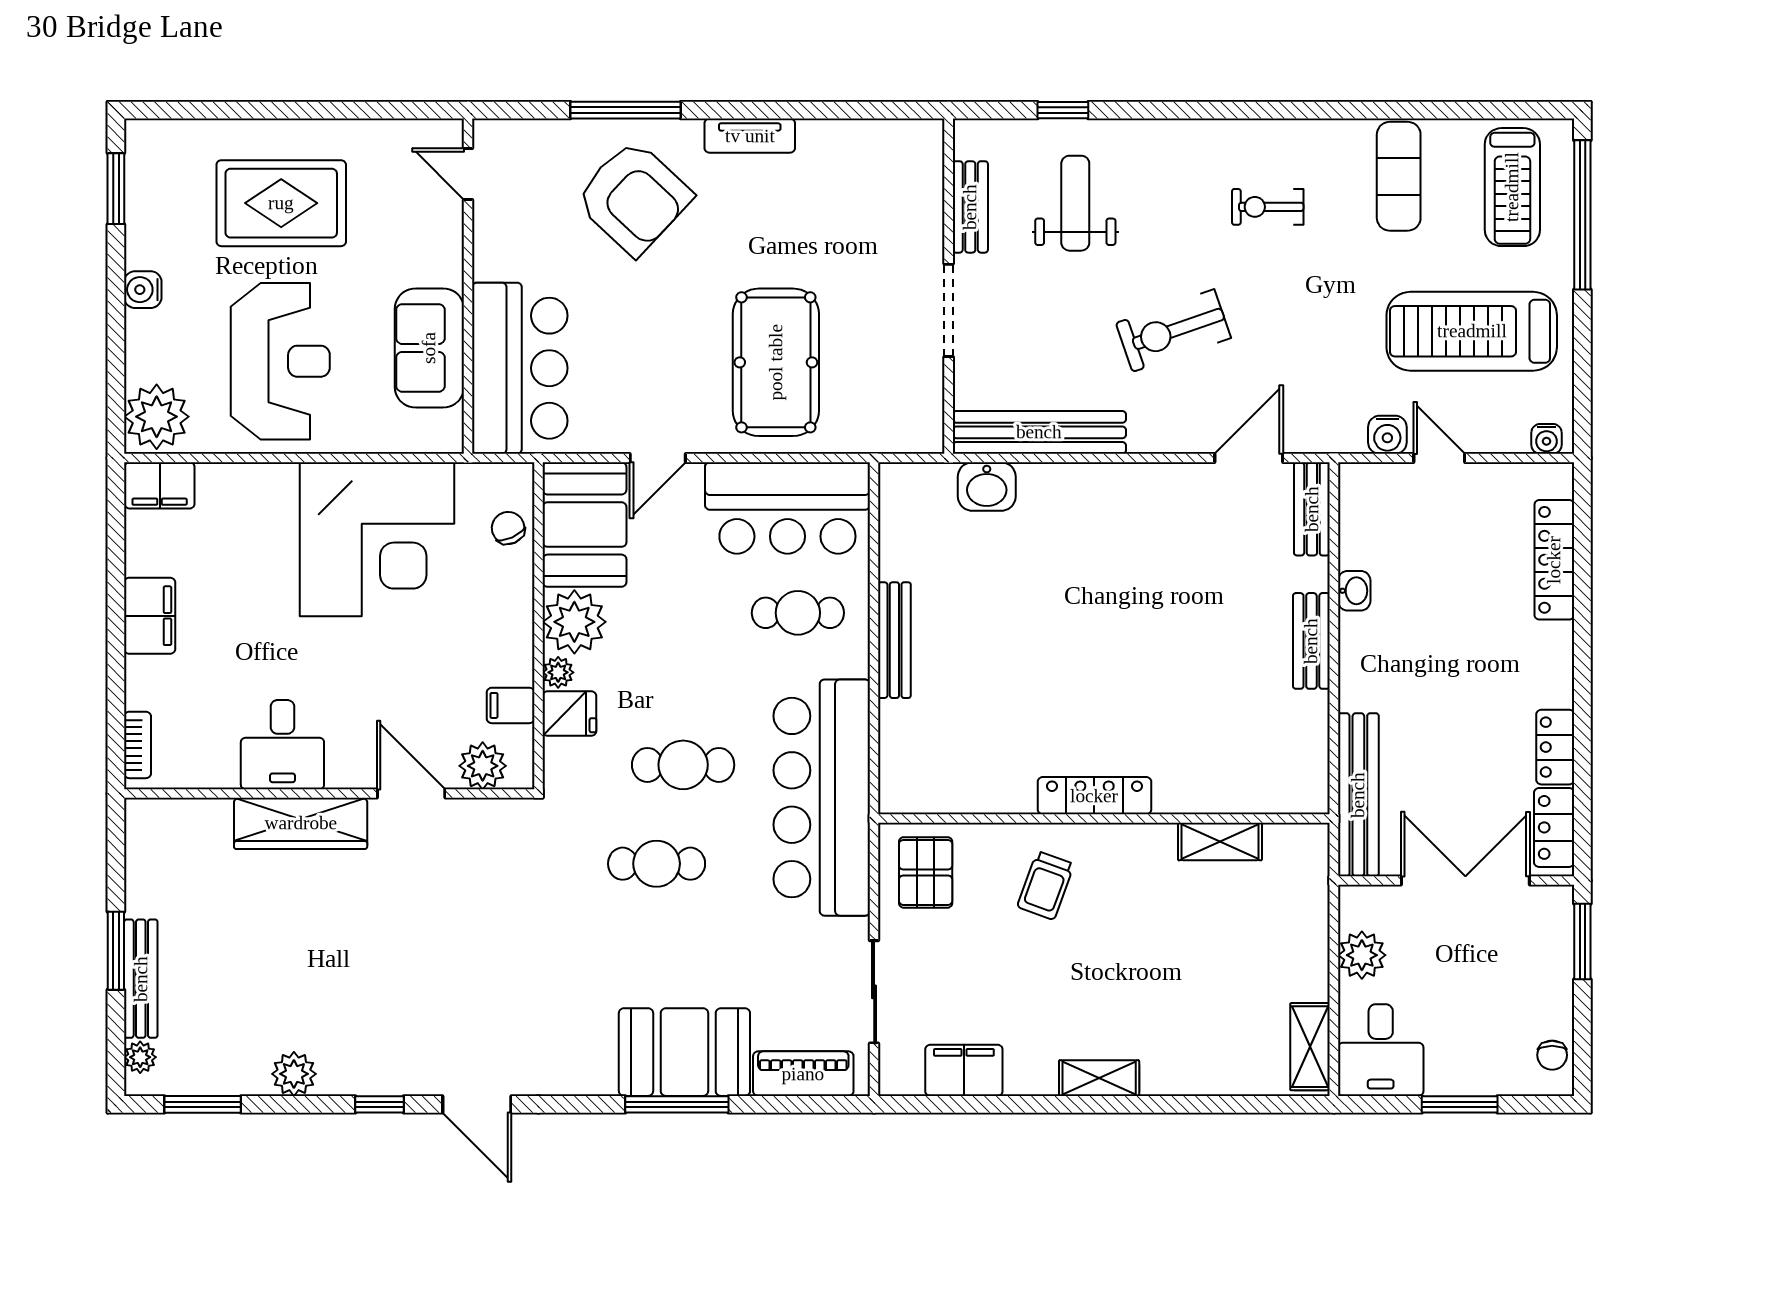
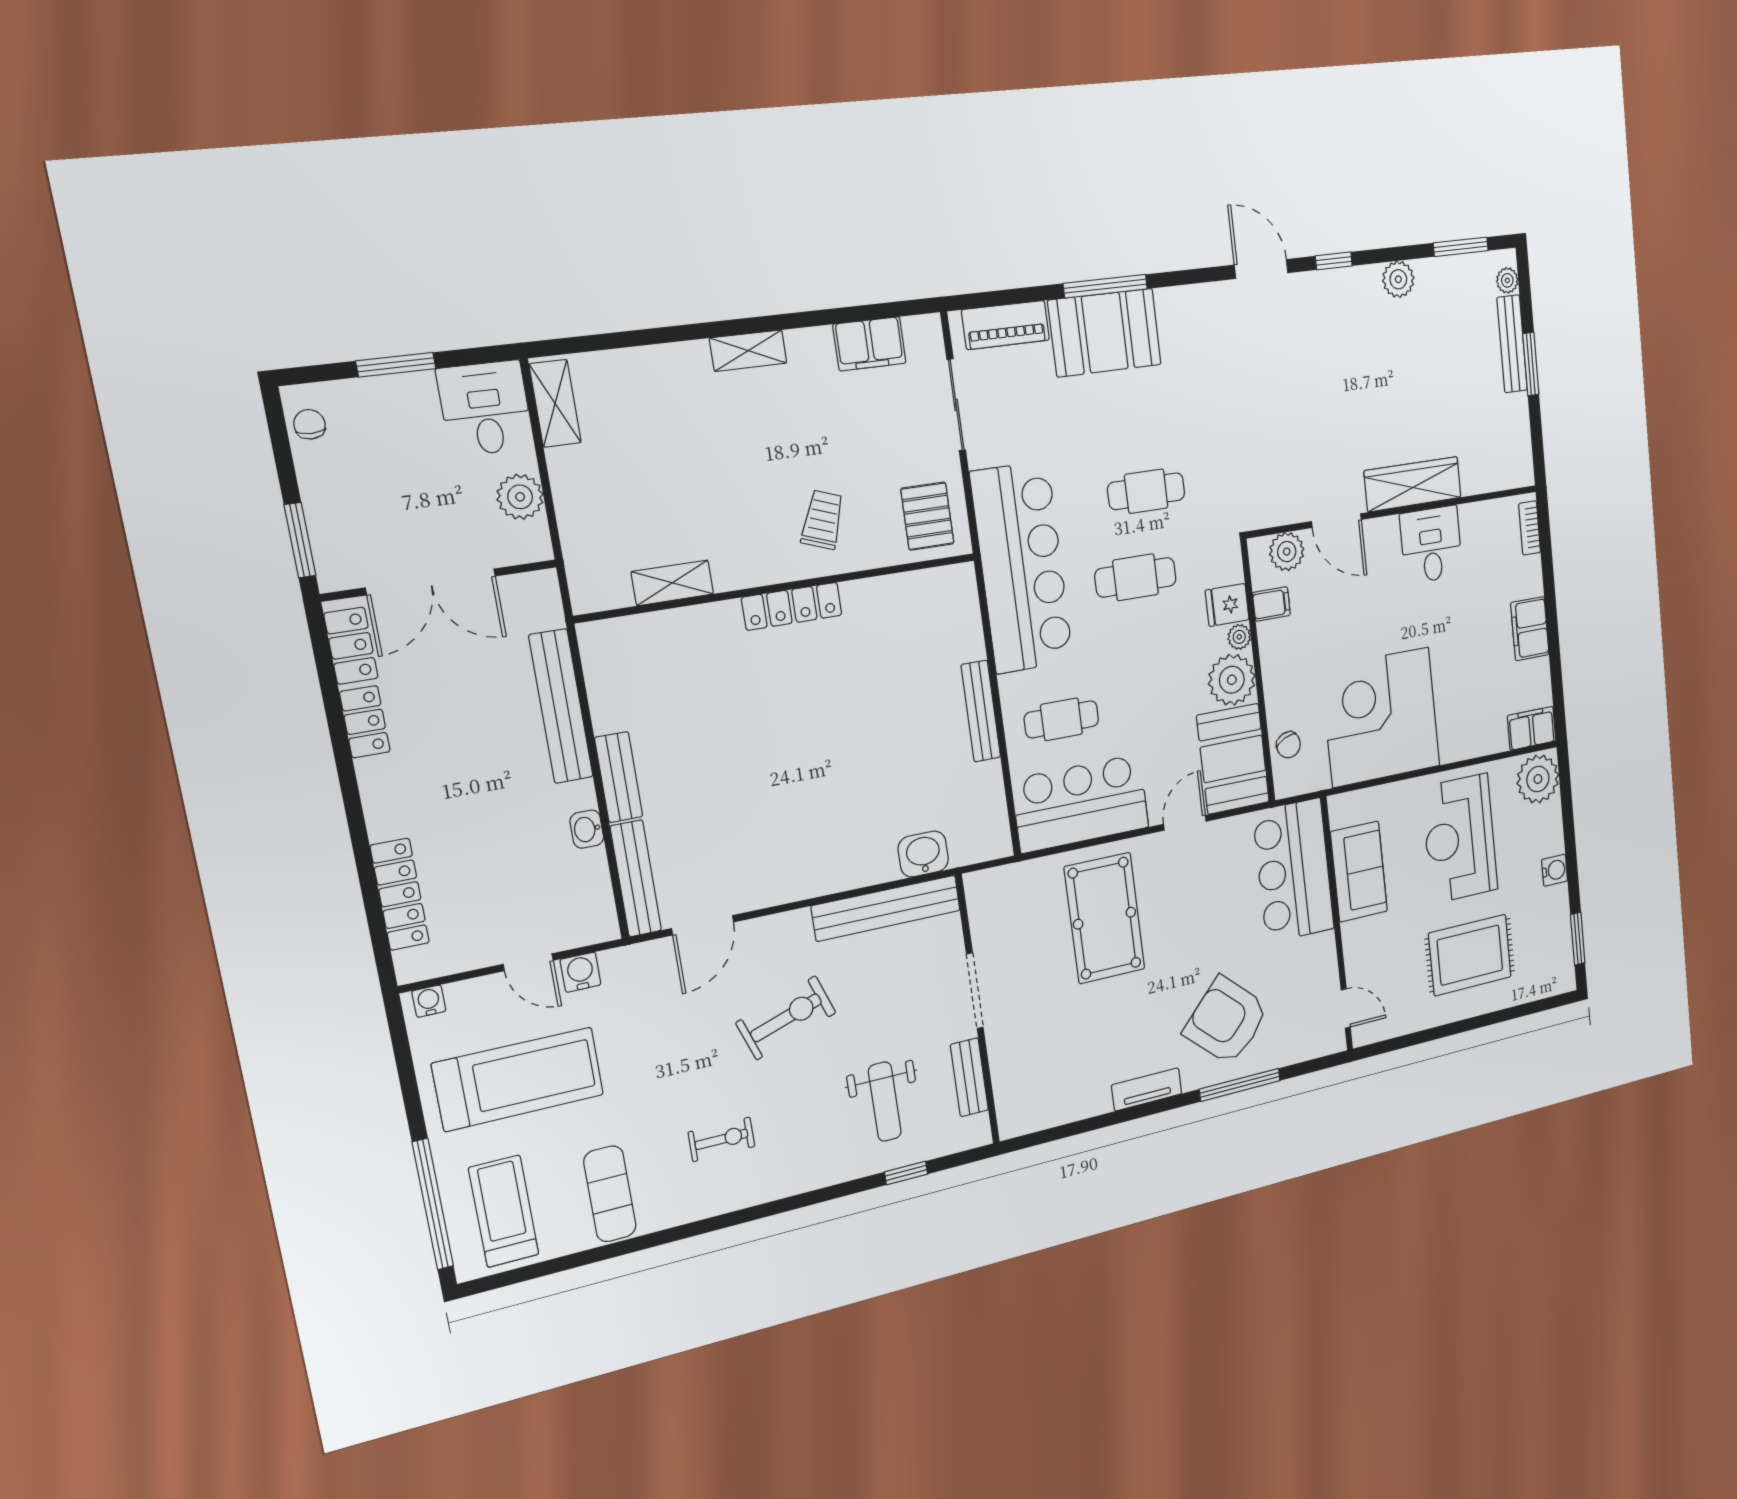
bench: (1312, 509) -> (636, 878), width x1.36
bench: (1358, 795) -> (561, 706), moved

